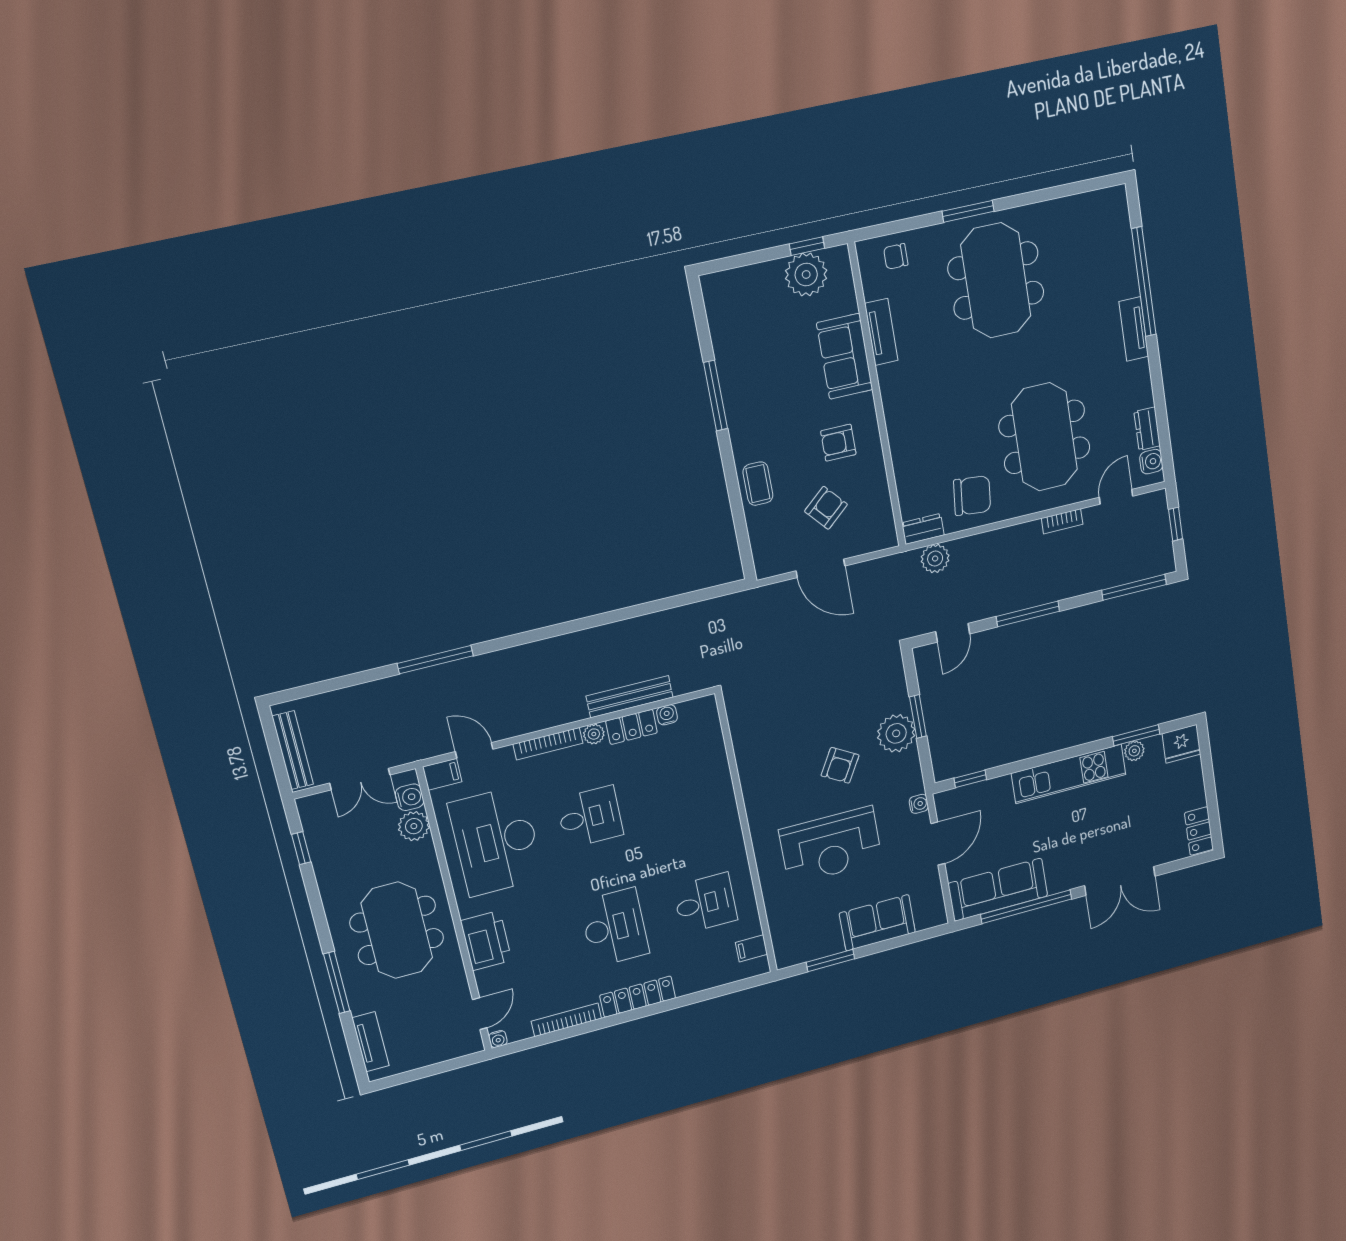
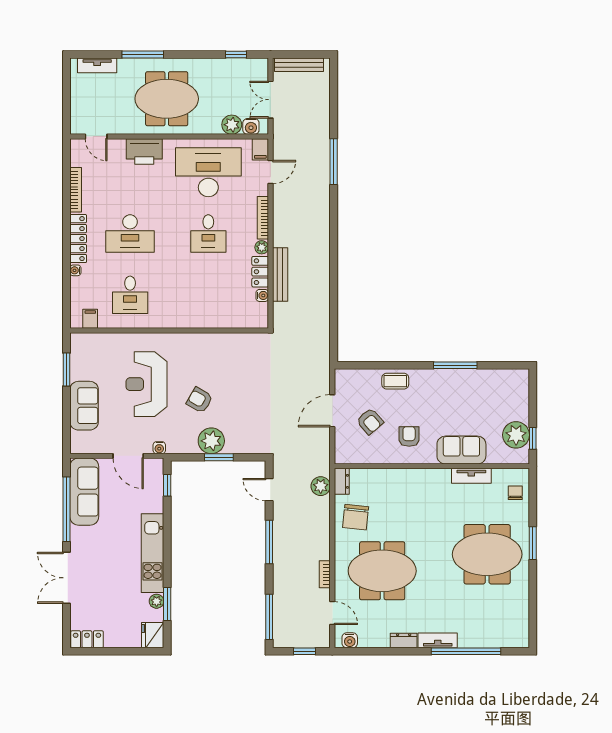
dresser: (1147, 429) -> (404, 640), moved
water cooler: (498, 1039) -> (75, 270), moved

